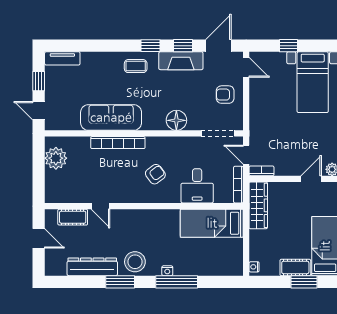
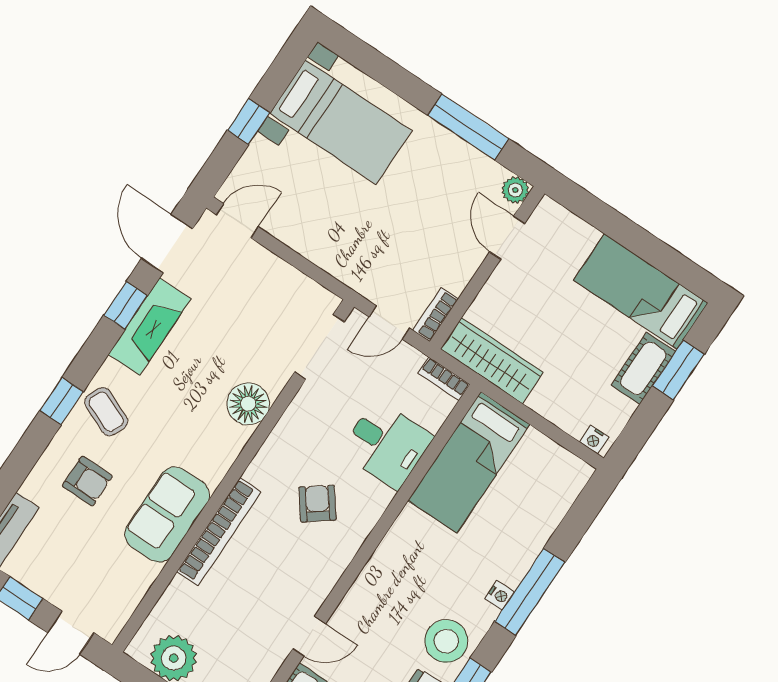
window: (150, 46) -> (62, 401), moved
coffee table: (136, 66) -> (106, 412), turned -67
armchair: (225, 95) -> (87, 481), moved, turned -90
sofa: (111, 117) -> (167, 515), width x0.73
bookcase: (238, 185) -> (444, 379), width x0.64

